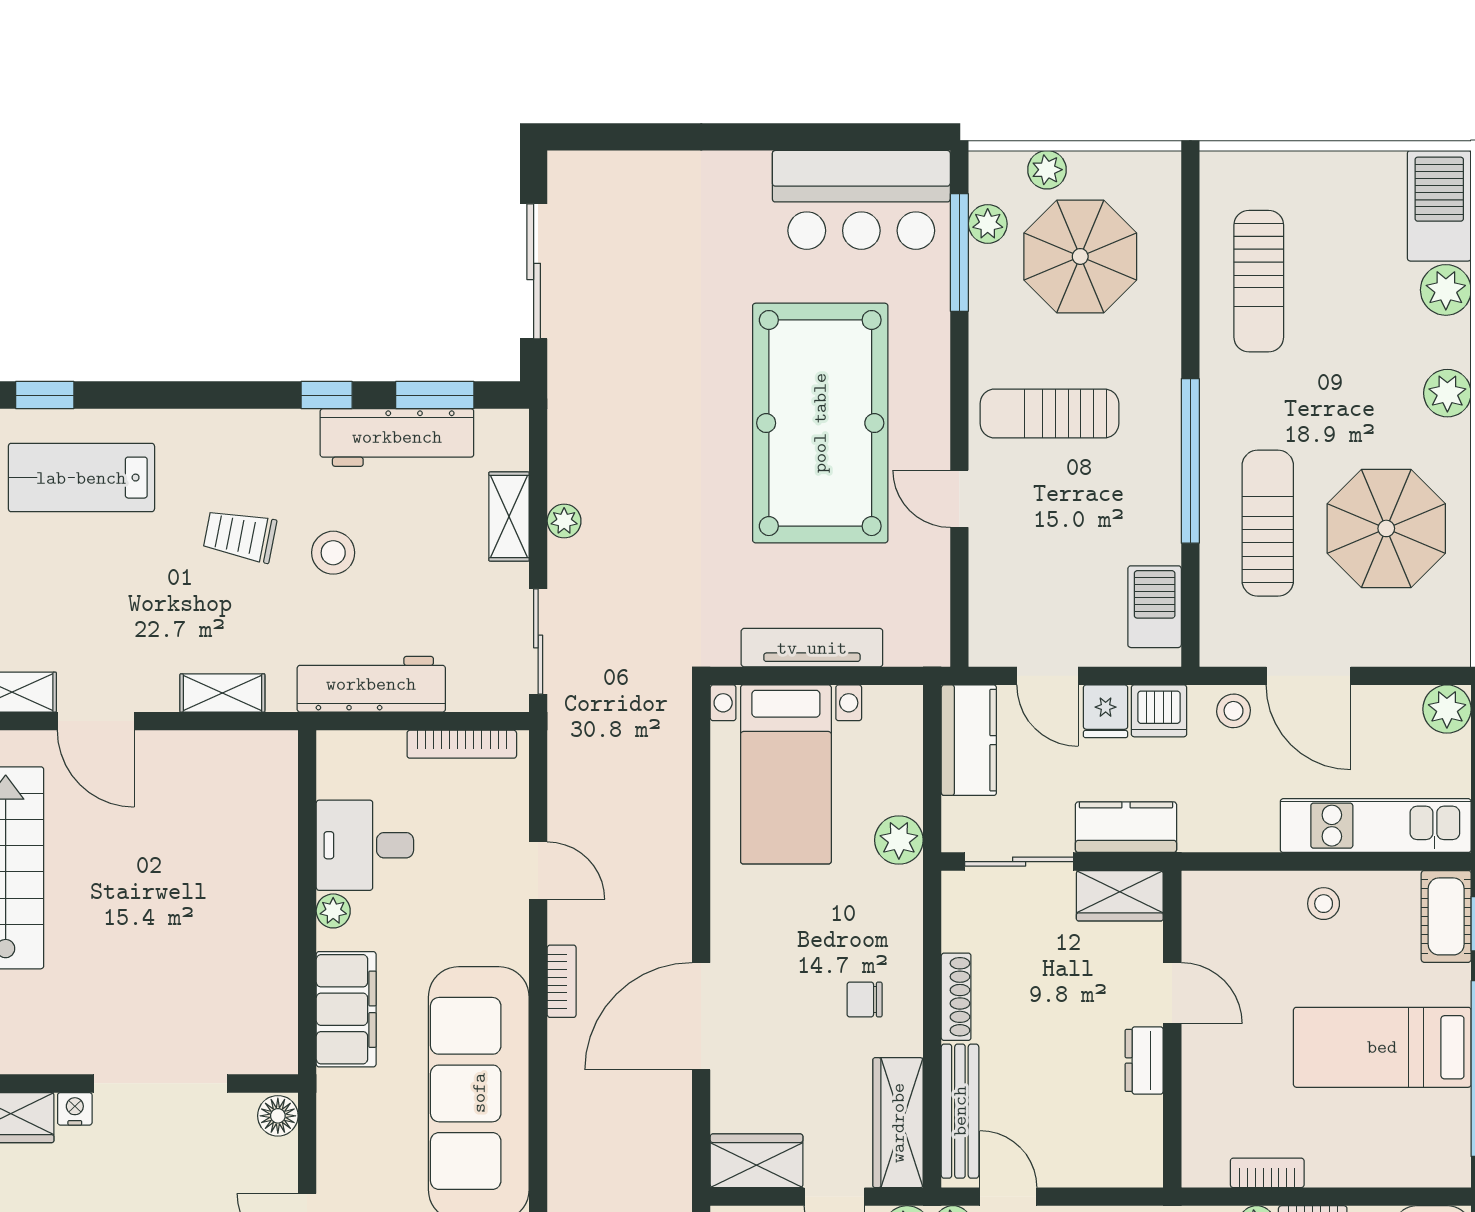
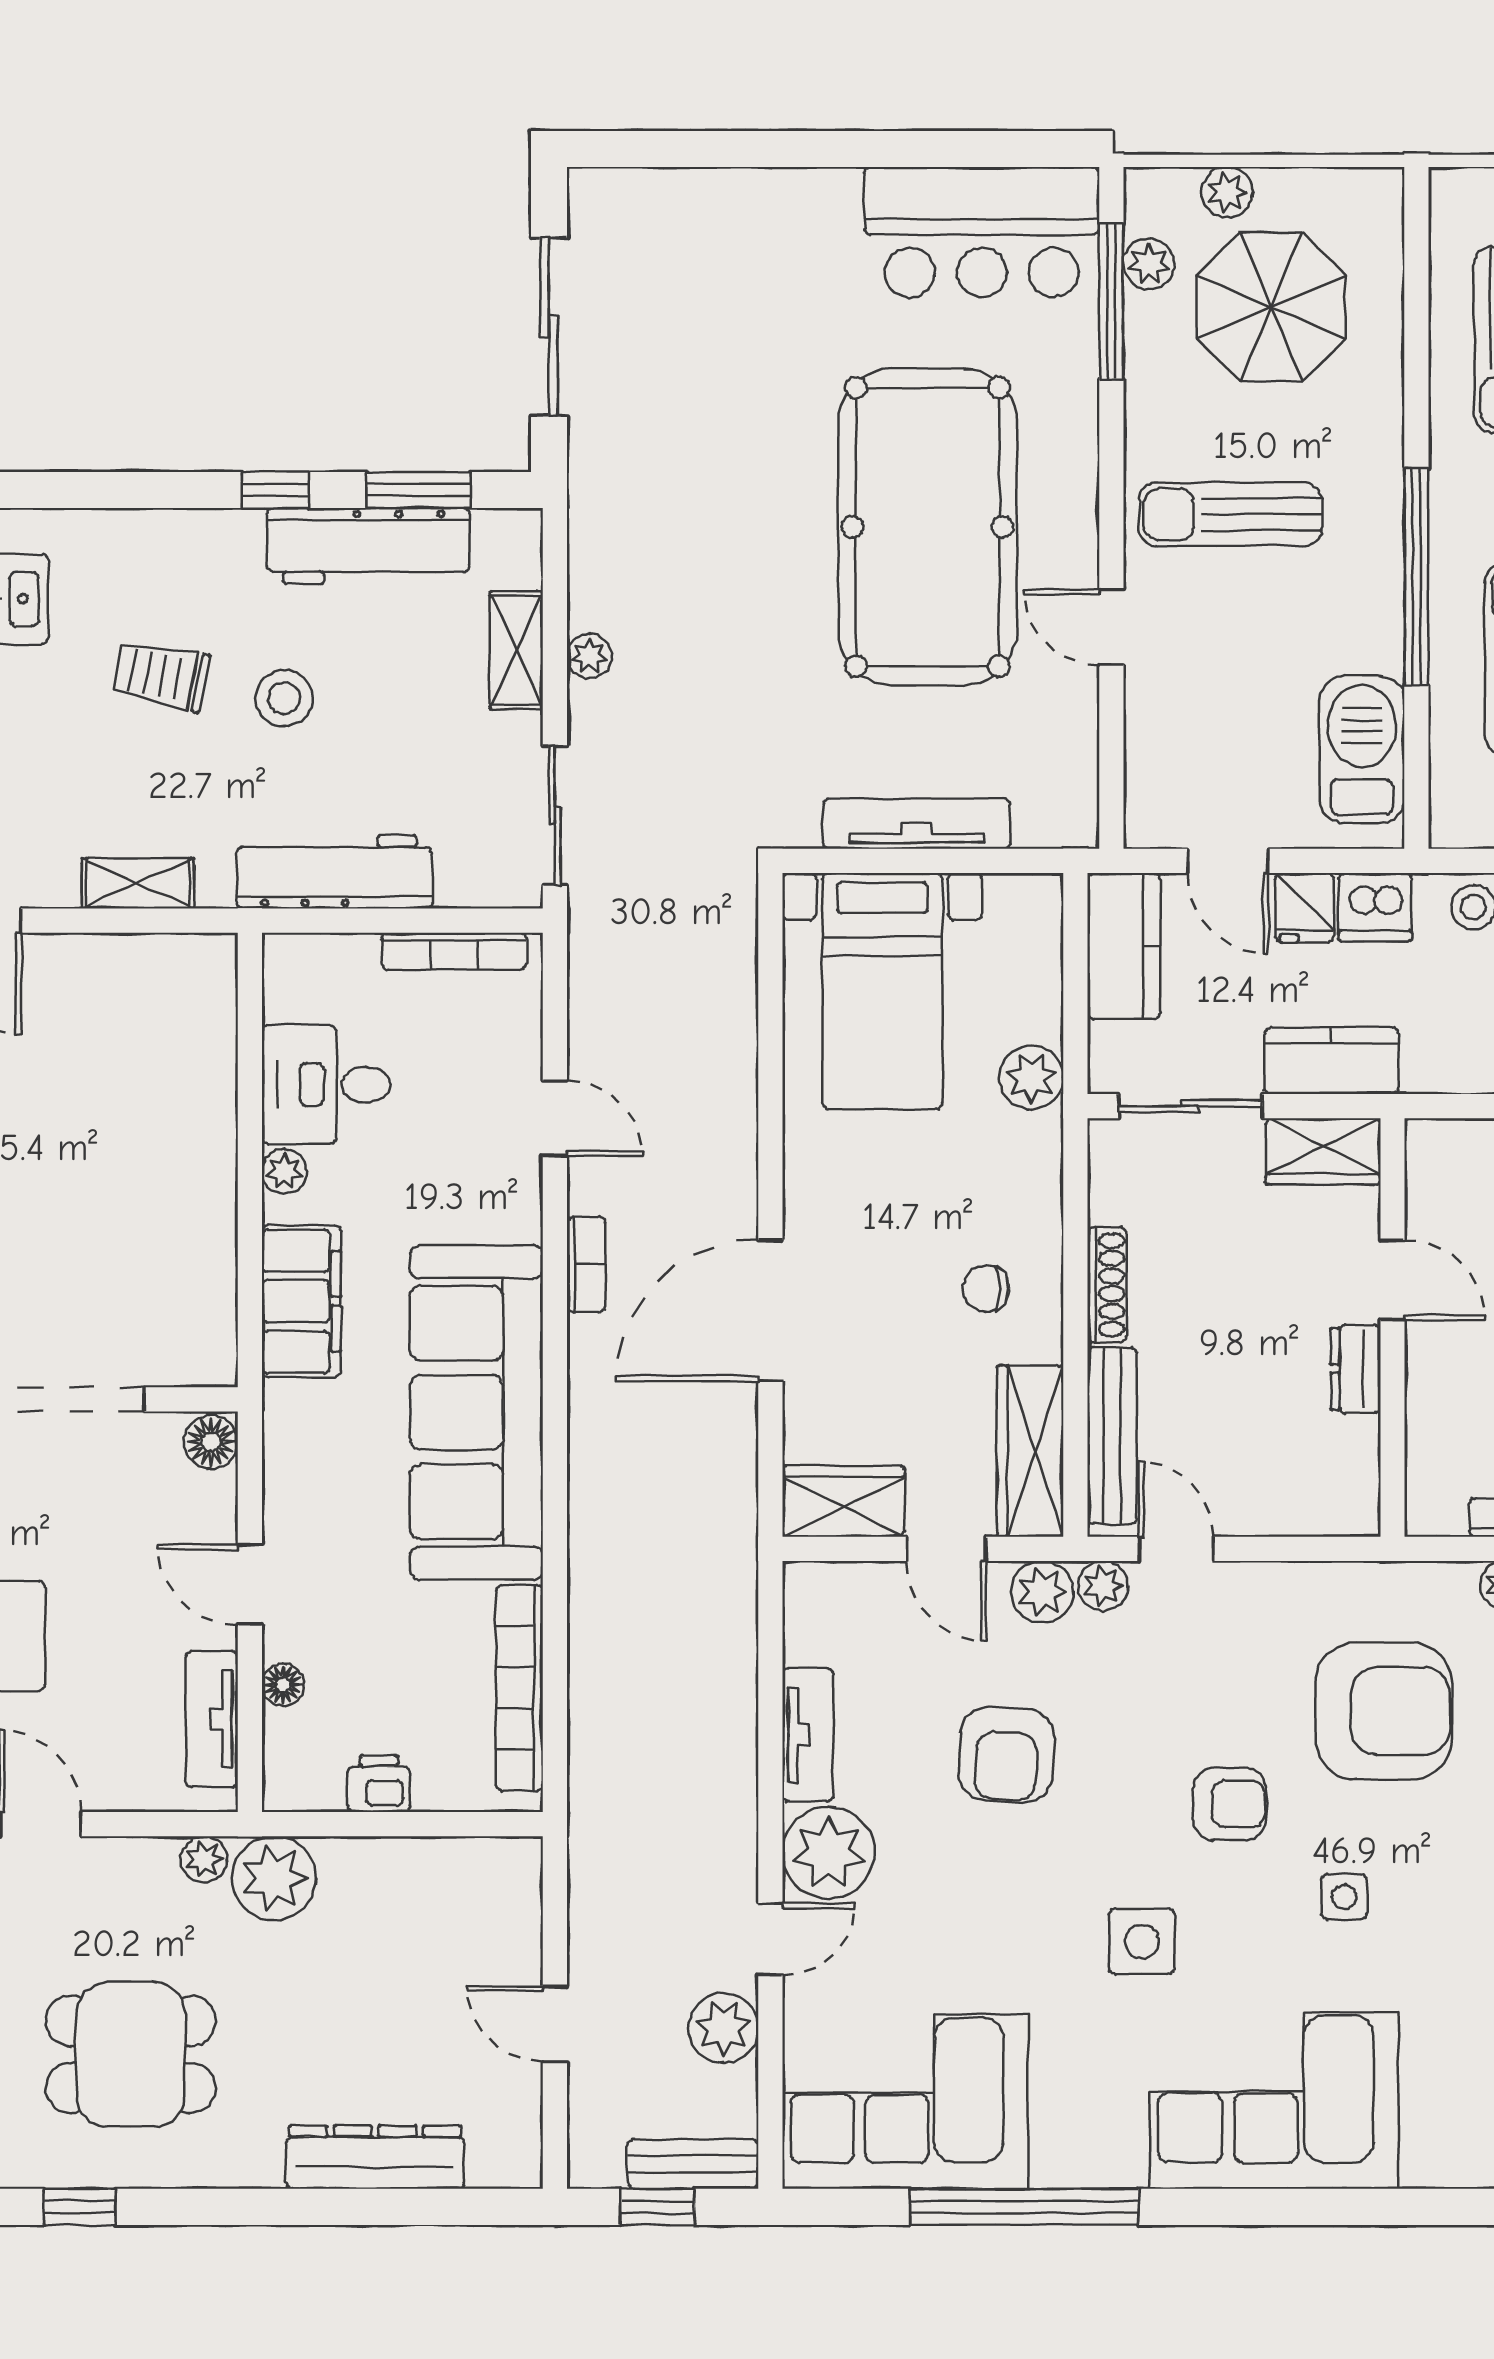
barbecue: (1155, 607) -> (1362, 750), width x1.37, depth x1.21

